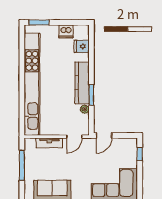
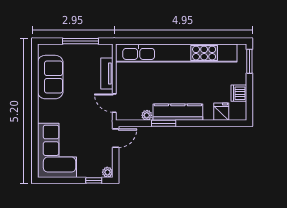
door: (104, 135) -> (116, 138), swing flipped
plant: (133, 142) -> (107, 172), added

